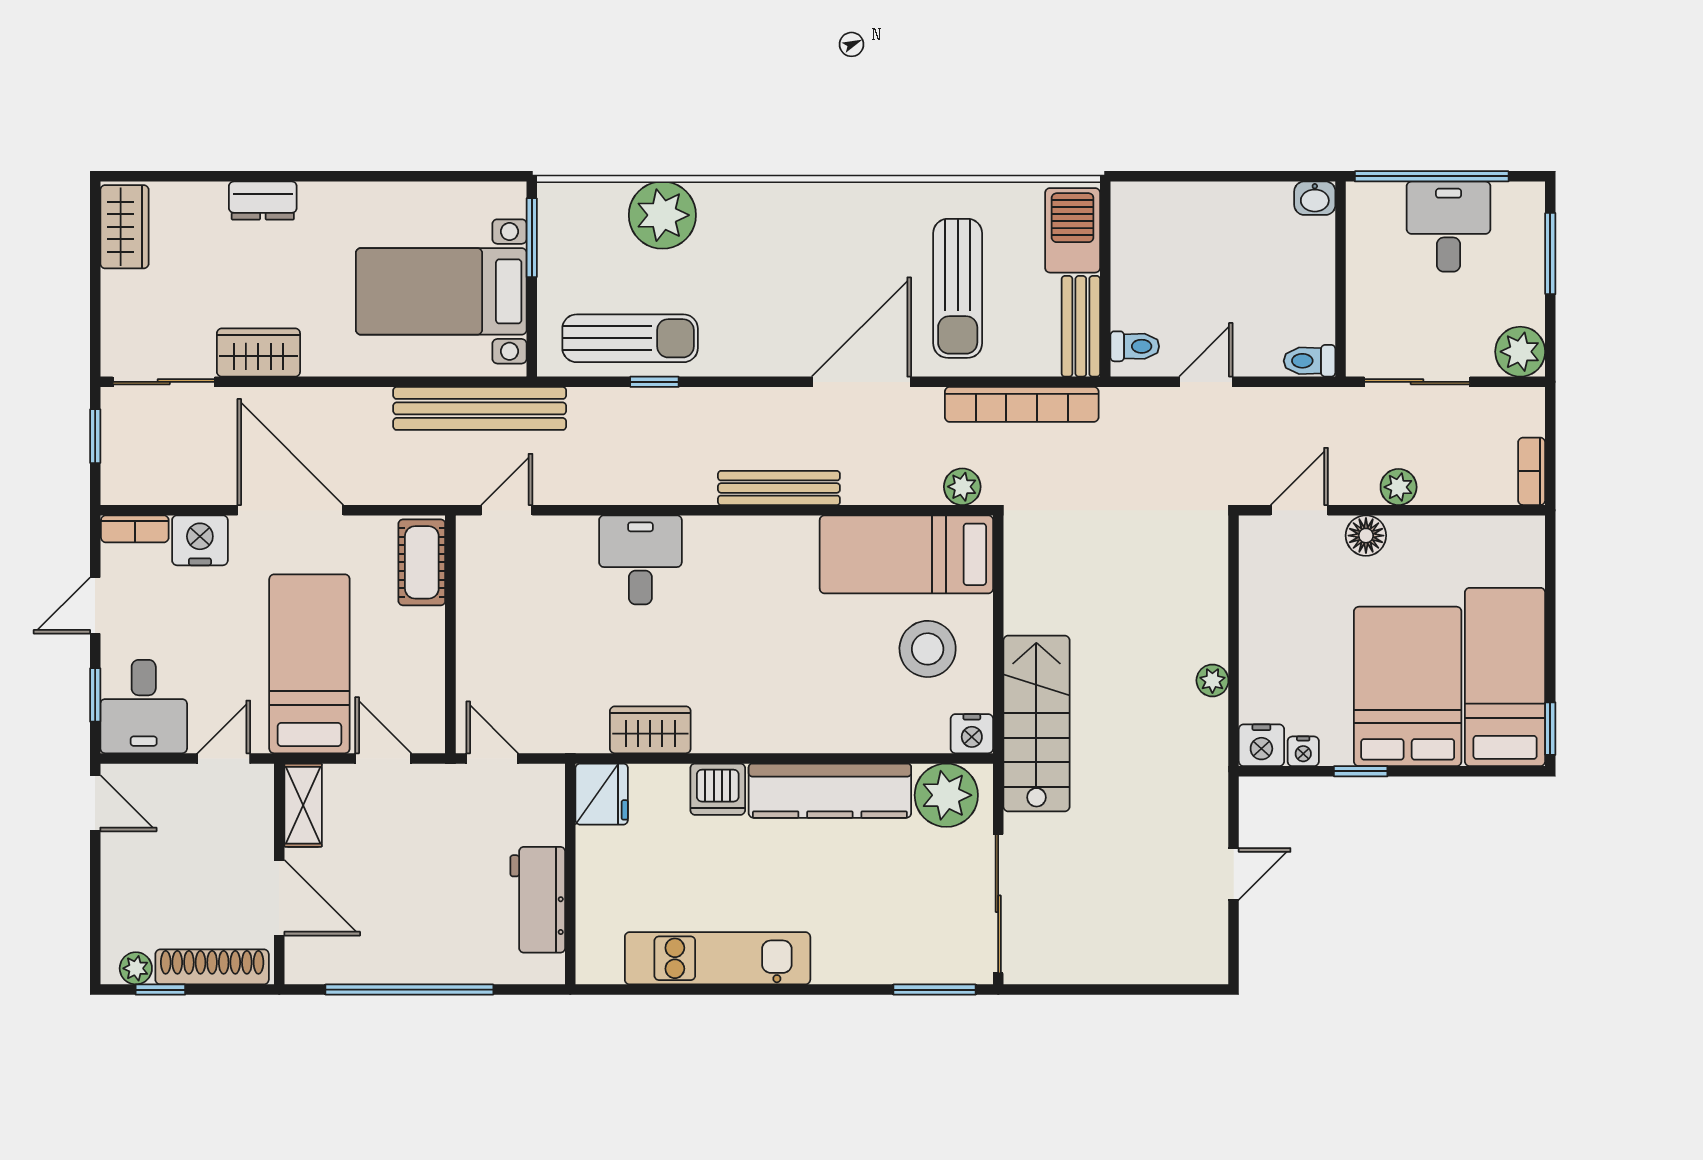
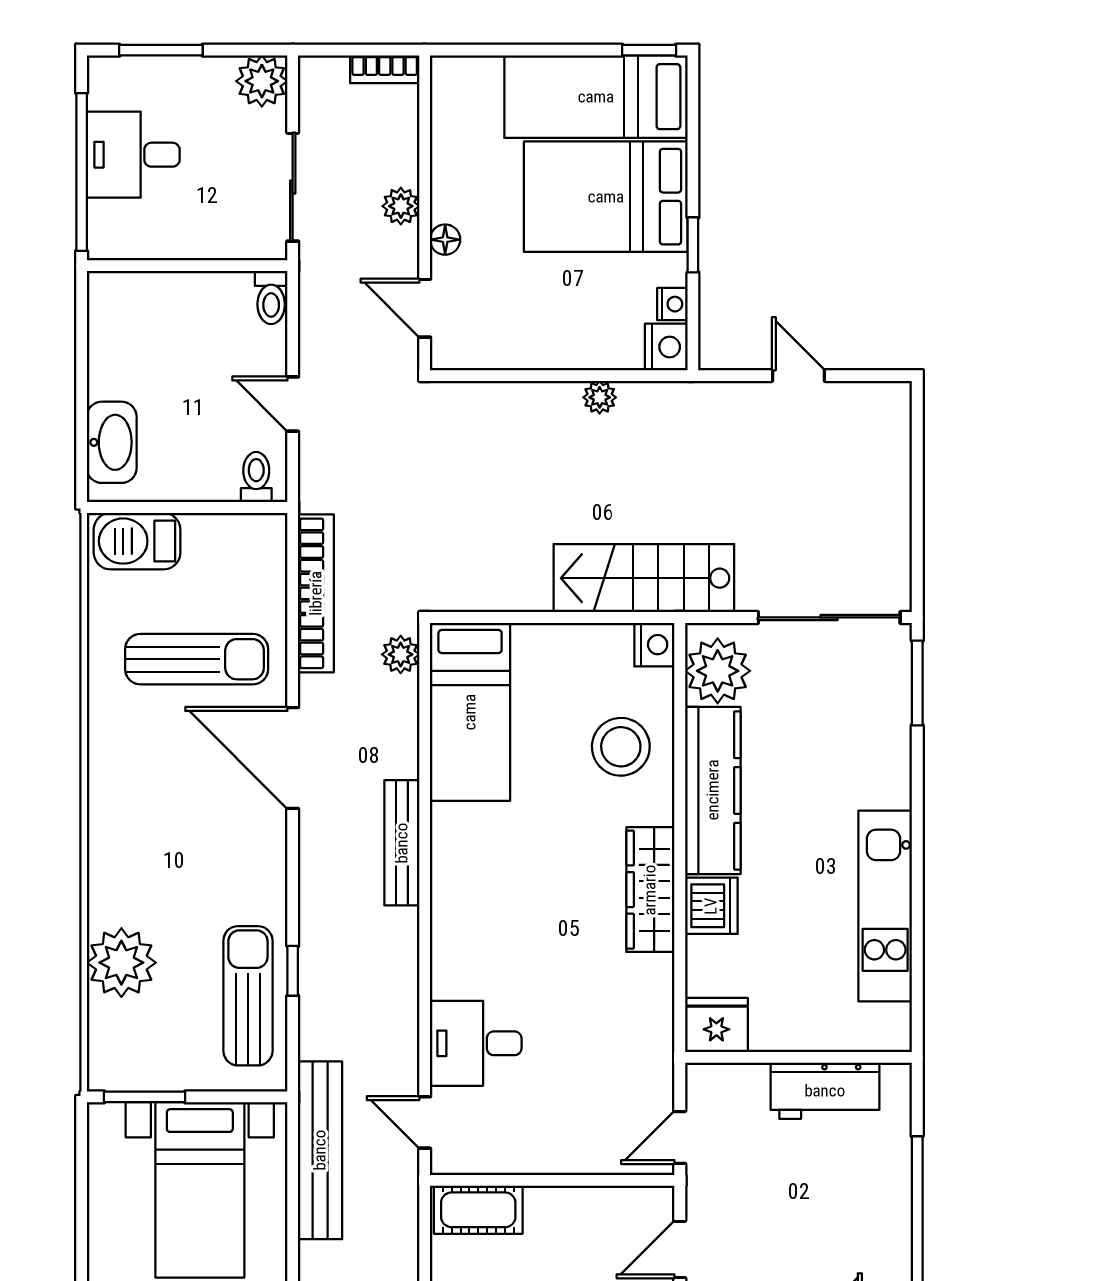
washbasin: (1315, 198) -> (112, 442), moved, width x1.91, depth x1.45
bench: (1081, 326) -> (236, 533), removed
floor lamp: (1366, 536) -> (445, 240), width x0.73, depth x0.73
desk: (640, 560) -> (476, 1043), moved
stool: (928, 649) -> (621, 747), moved
wardrobe: (650, 730) -> (650, 890), moved, width x1.50

